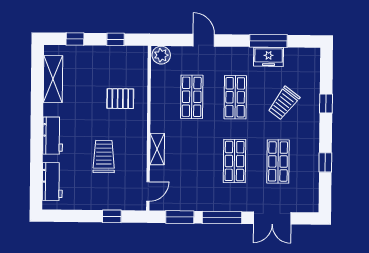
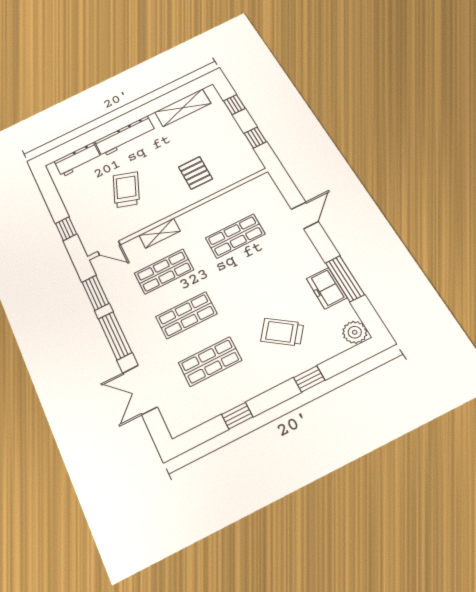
plant: (161, 55) -> (355, 332), moved
shop shelf: (235, 97) -> (164, 272), moved
workbench: (53, 136) -> (125, 136), width x1.38
trolley: (104, 156) -> (126, 190), turned -70

